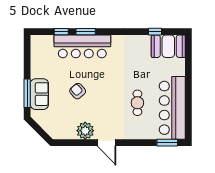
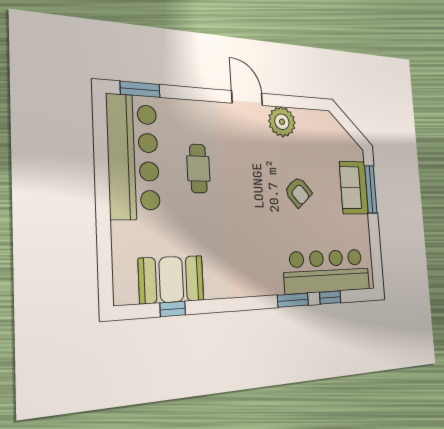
bar counter: (82, 46) -> (327, 271), moved
booth: (168, 46) -> (171, 279), moved

